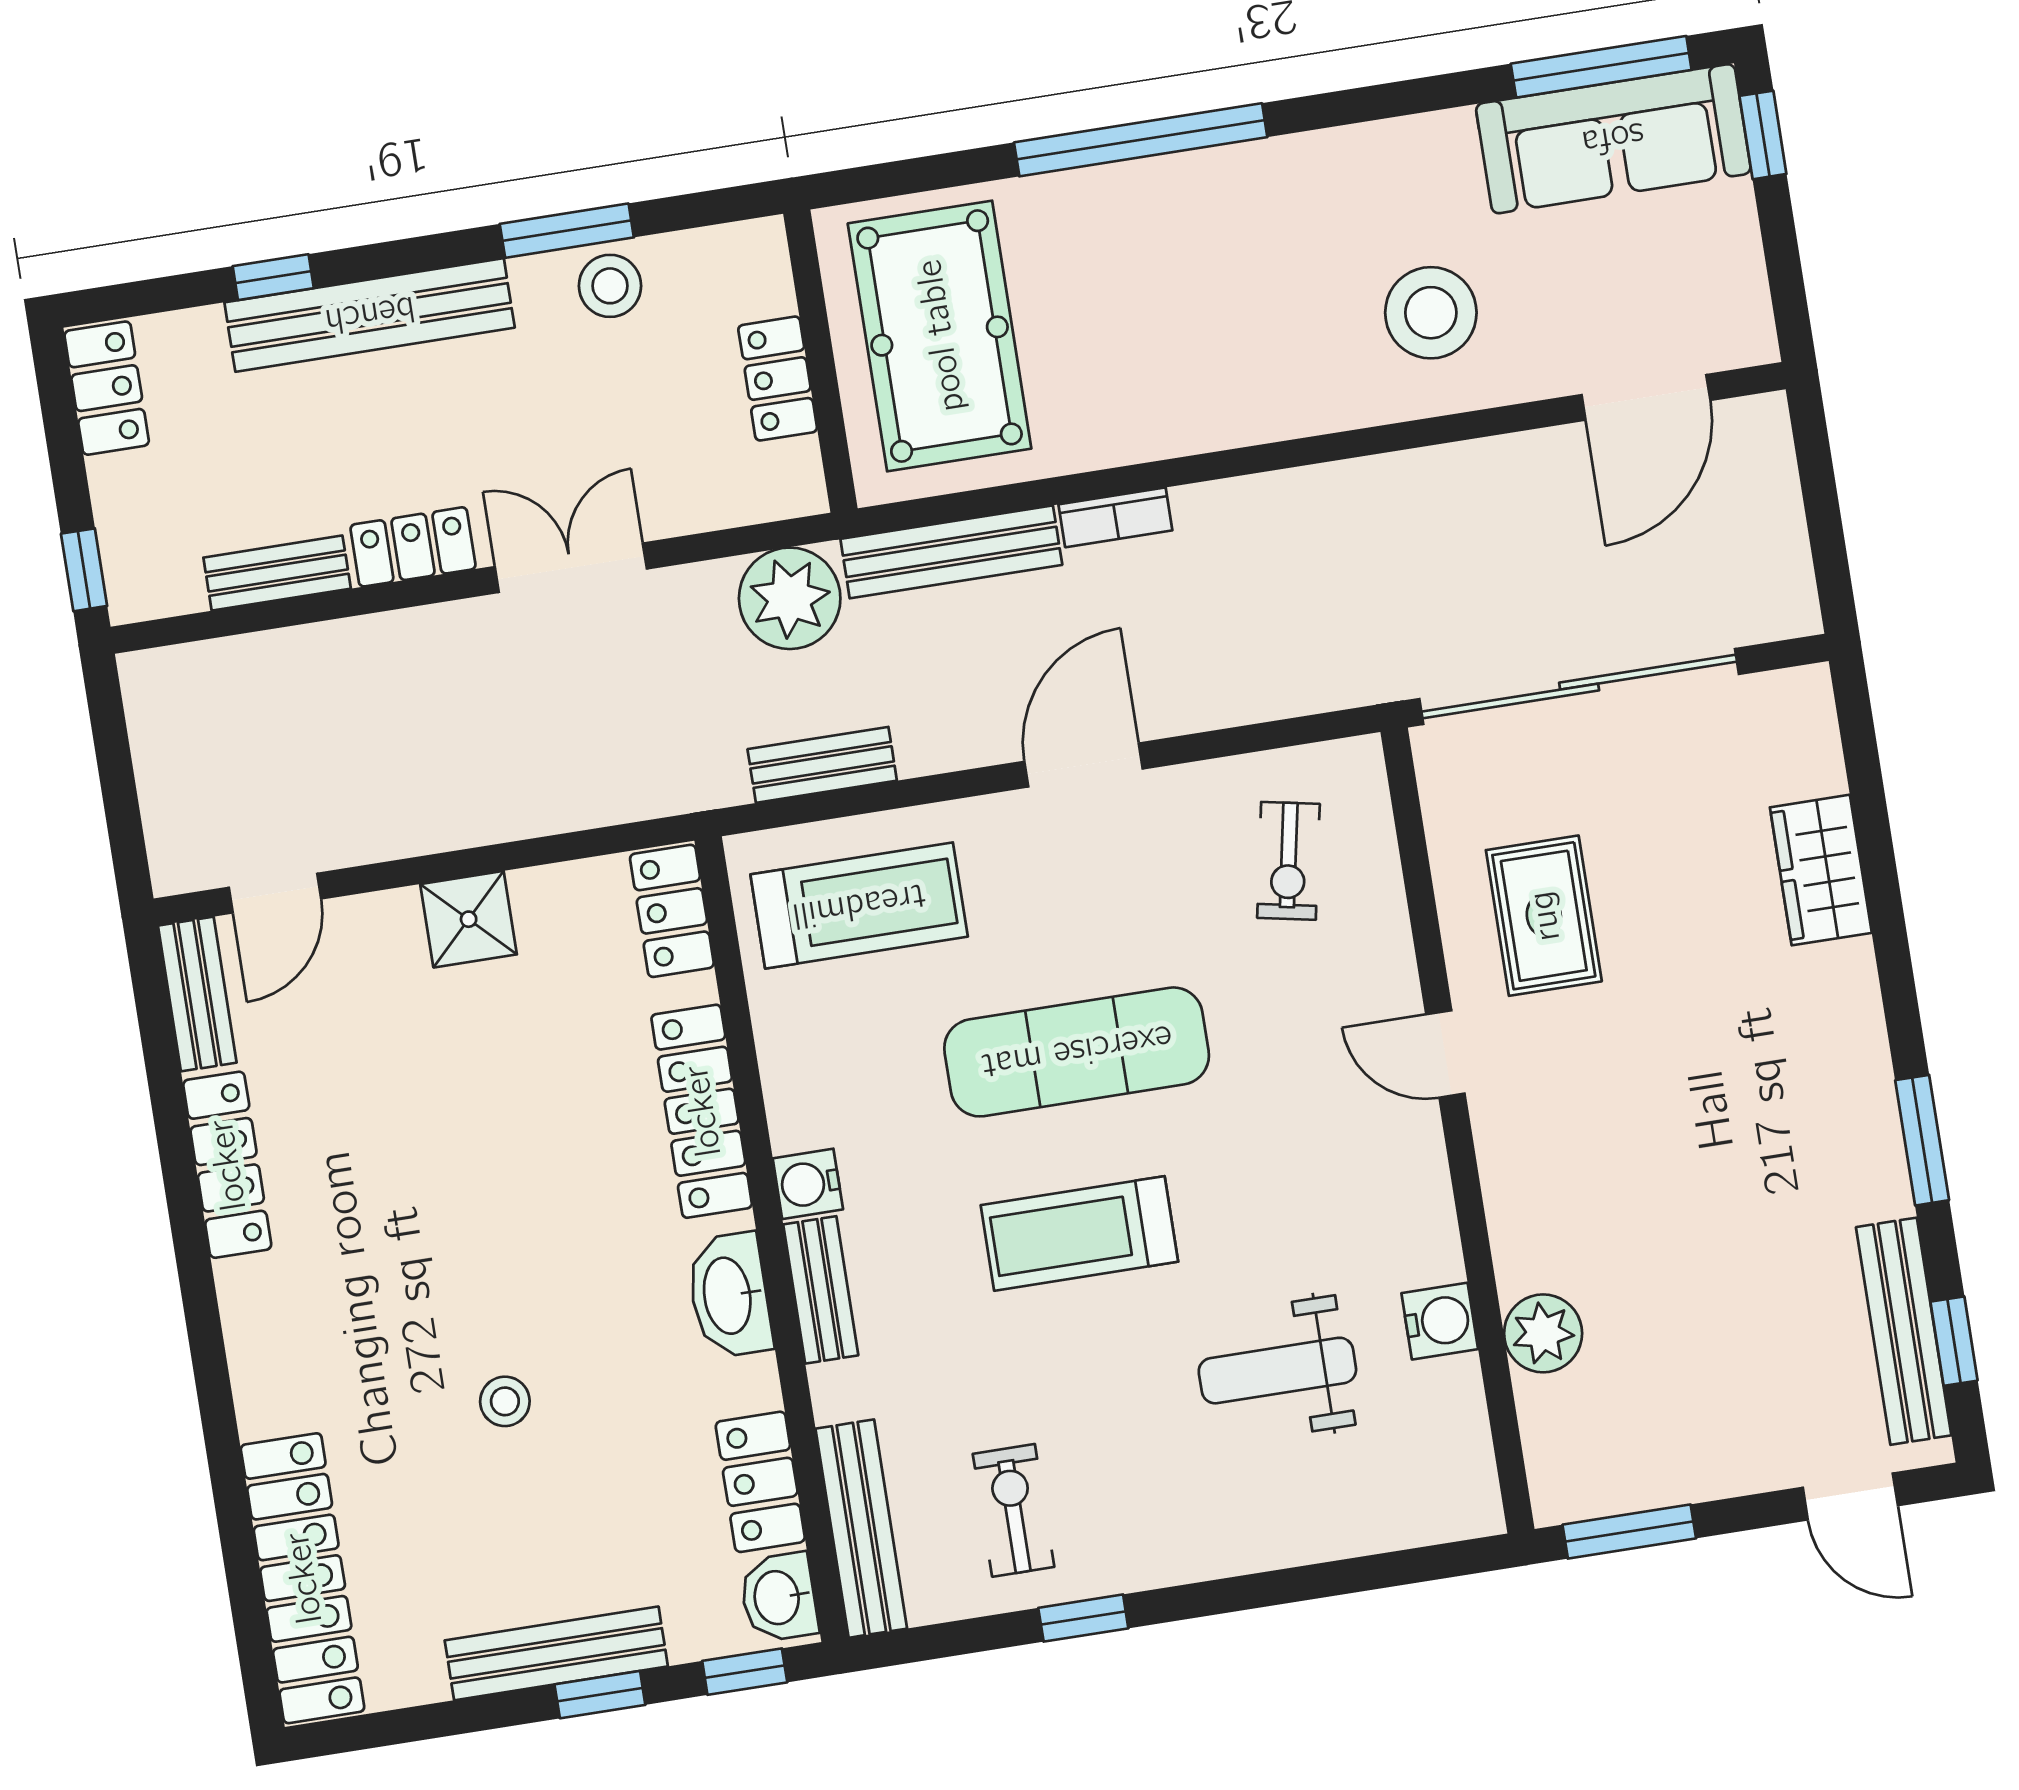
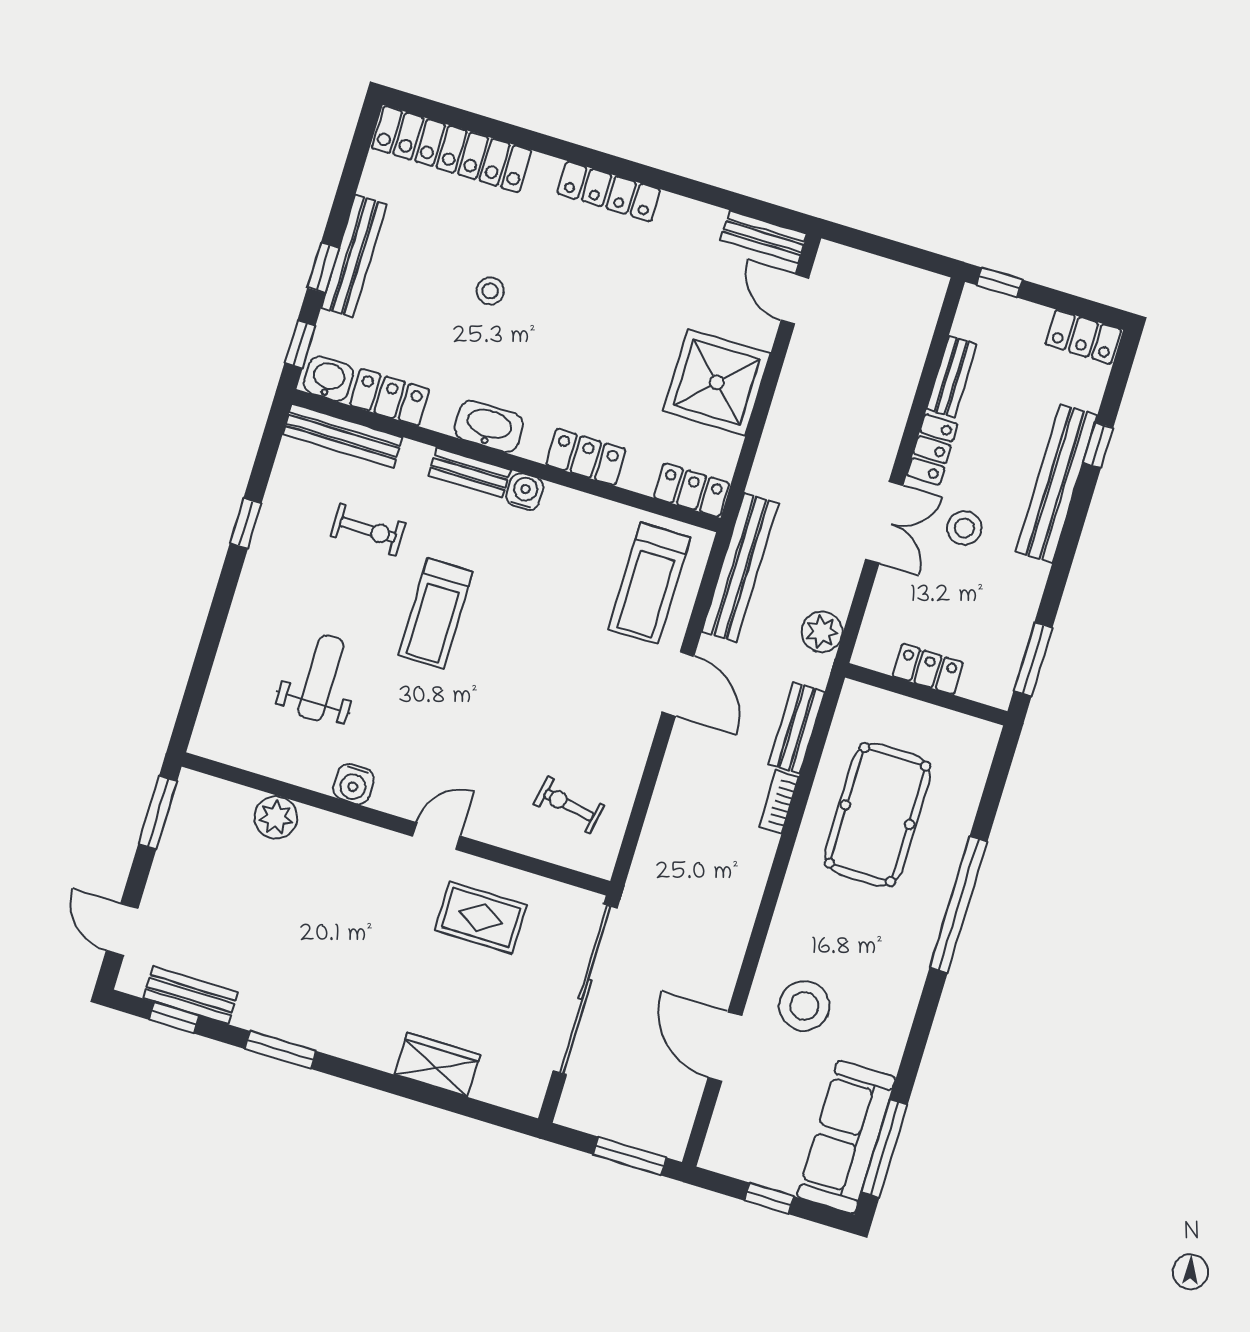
window: (1763, 135) -> (769, 1198), moved
window: (567, 231) -> (1033, 659), moved
stool: (610, 286) -> (964, 528), moved
pool table: (940, 336) -> (877, 815), moved, turned 90
door: (1646, 397) -> (725, 1047), moved
window: (1818, 480) -> (630, 1156), added
bench: (951, 552) -> (797, 728), width x0.73
plant: (790, 598) -> (822, 632), width x0.73, depth x0.73
bench: (822, 765) -> (740, 567), width x1.86, depth x1.21
door: (1084, 765) -> (678, 684), moved
shower: (469, 919) -> (717, 382), width x1.86, depth x1.86
exercise mat: (1077, 1052) -> (525, 655), removed
locker: (702, 1111) -> (586, 457), width x0.66
locker: (227, 1165) -> (609, 191), moved
treadmill: (1079, 1233) -> (436, 613), turned 180
water cooler: (1440, 1321) -> (354, 784), moved
bench: (1904, 1331) -> (191, 995), width x0.73
door: (1850, 1497) -> (122, 930), hinge flipped
exercise bike: (1014, 1510) -> (368, 530), moved

